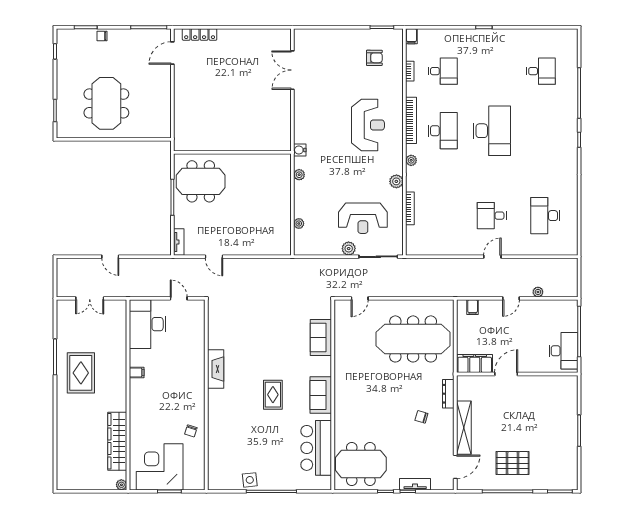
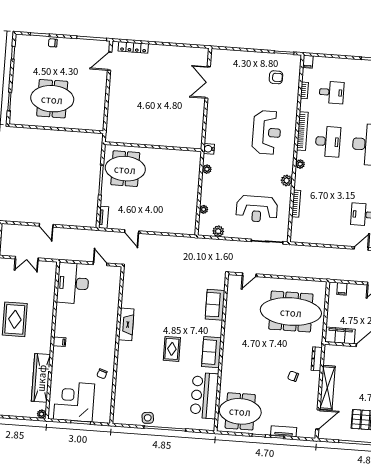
meeting table: (106, 103) -> (52, 99), turned 90
plant: (349, 249) -> (218, 231), moved
filing cabinet: (137, 373) -> (59, 342), moved

